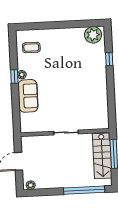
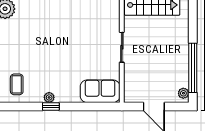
sofa: (28, 96) -> (100, 91), moved
window: (84, 190) -> (193, 68), moved

